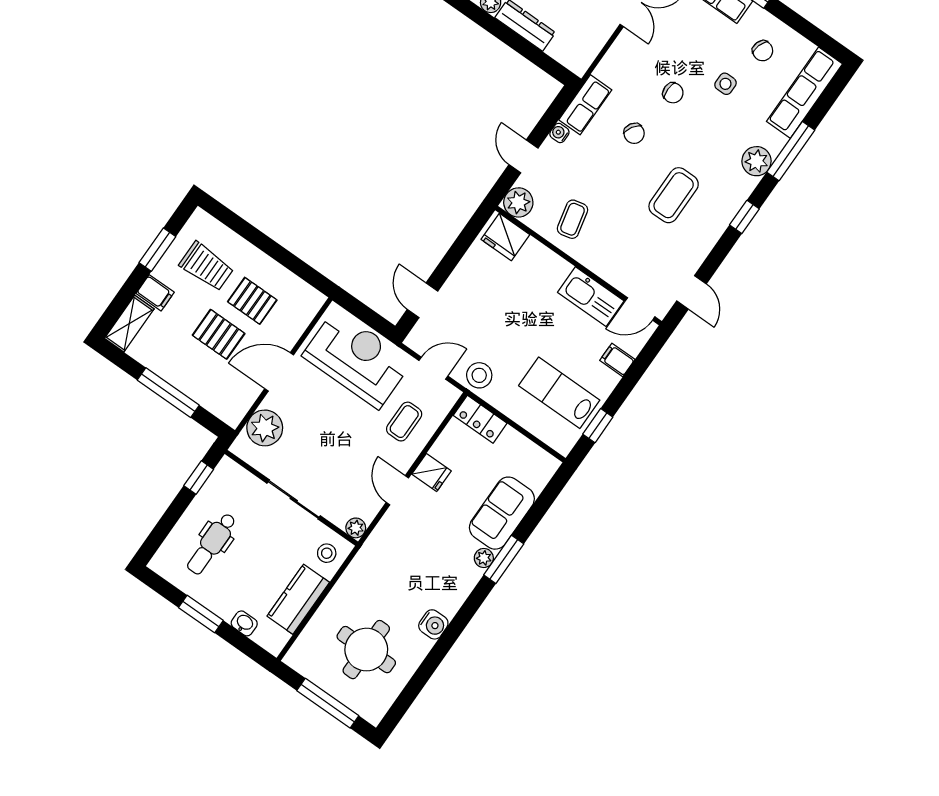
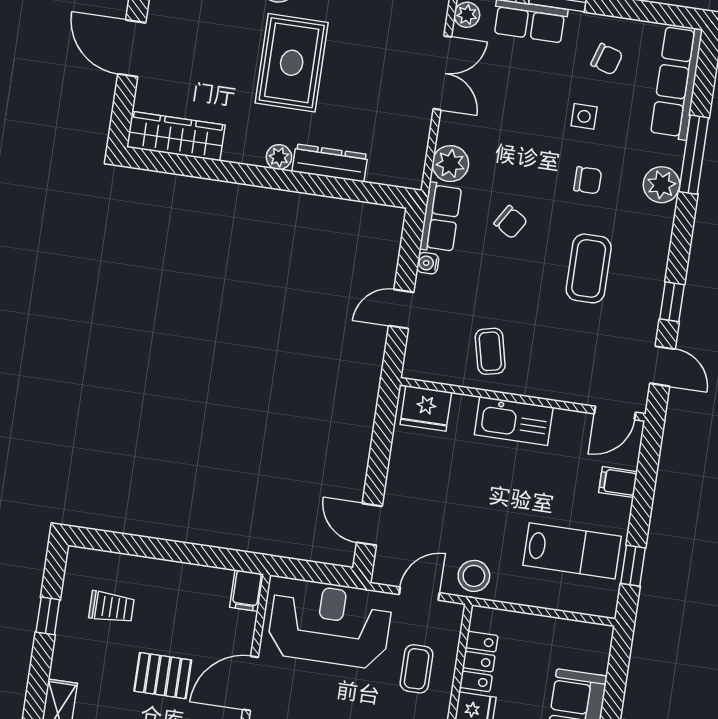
chair: (673, 93) -> (588, 180), moved
door: (524, 156) -> (401, 309), hinge flipped
plant: (518, 202) -> (450, 164), moved
window: (744, 217) -> (672, 302), moved
window: (157, 250) -> (48, 616), width x0.67
trolley: (206, 266) -> (112, 607), width x0.73, depth x0.72
filing cabinet: (155, 293) -> (247, 591), moved, turned 90
kitchen sink: (591, 297) -> (514, 421), moved
pallet: (252, 301) -> (181, 620), removed
lab bench: (559, 393) -> (572, 551), turned 180
locker: (480, 419) -> (479, 662), moved, turned -90

